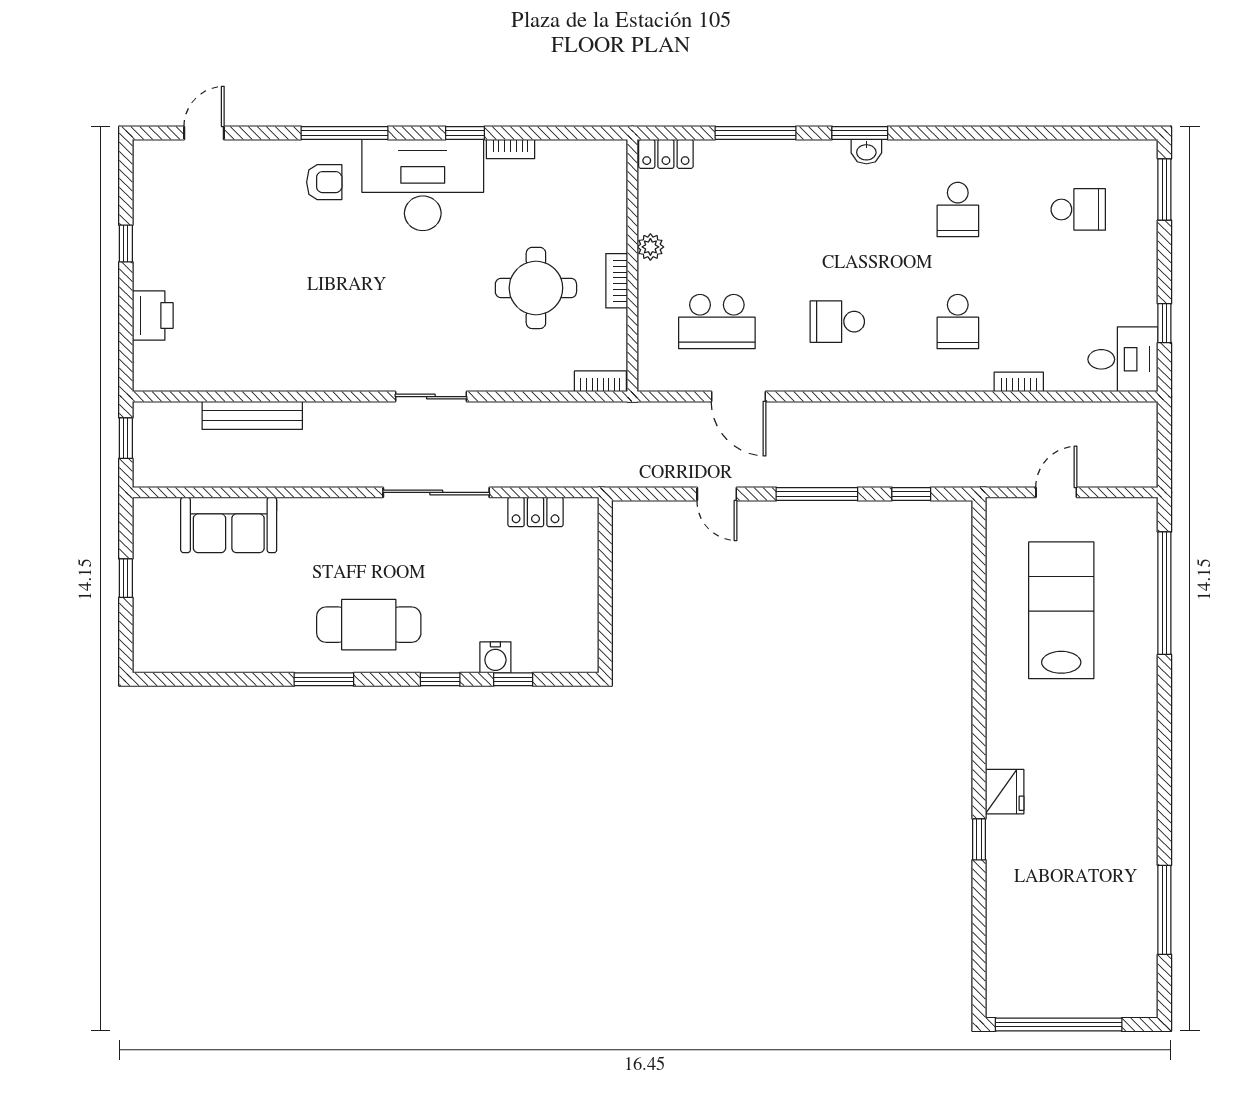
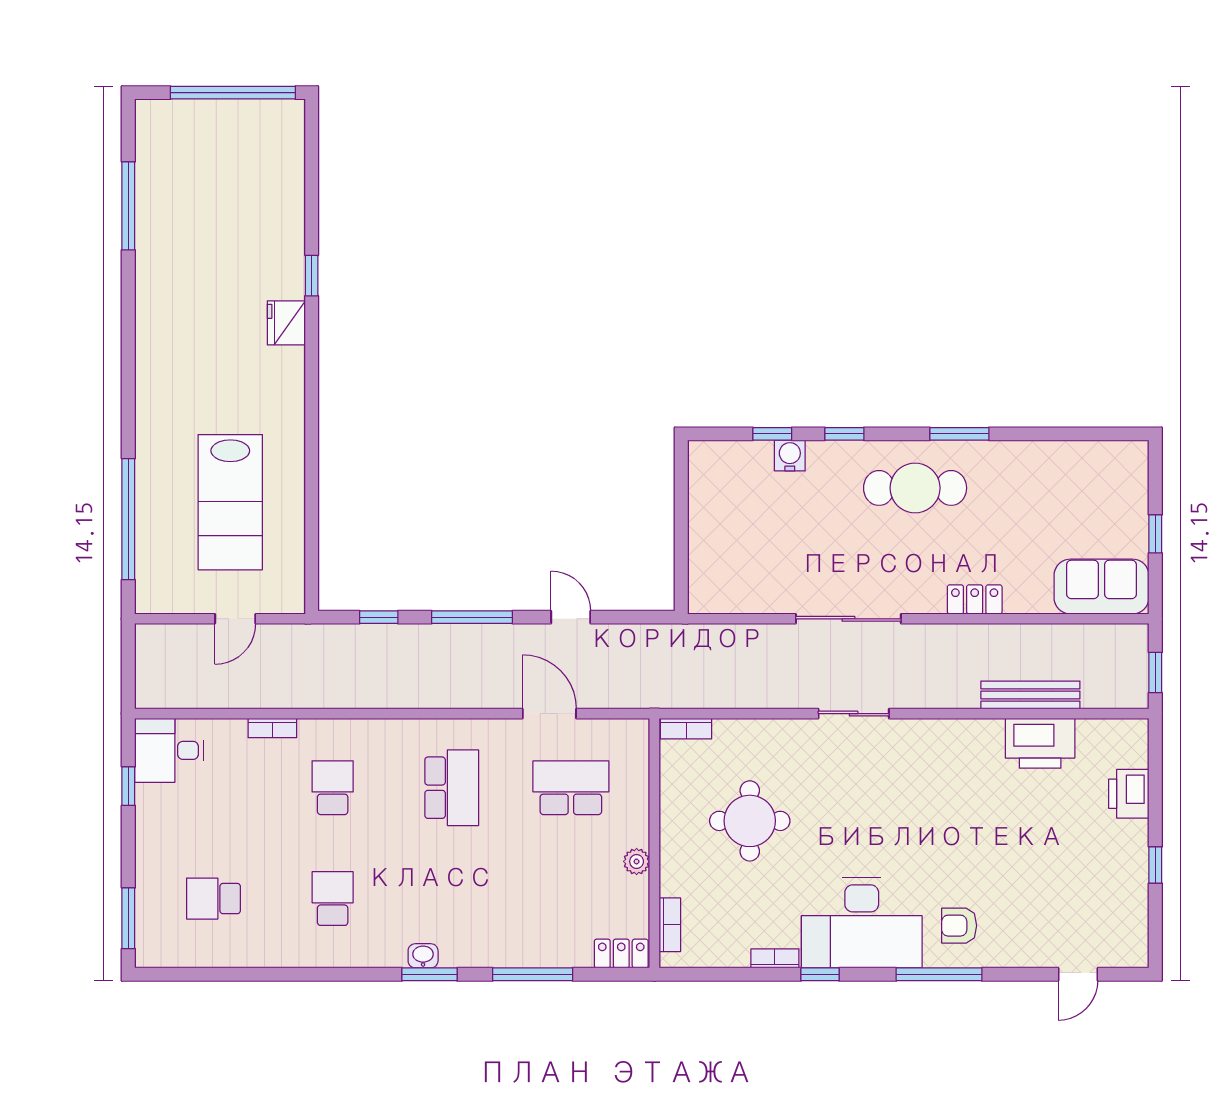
bookcase: (617, 281) -> (670, 925), moved
school desk: (837, 322) -> (452, 788), width x1.85
printer: (242, 367) -> (1040, 743), added
locker: (536, 512) -> (975, 599), moved
sofa: (229, 525) -> (1101, 587), moved

